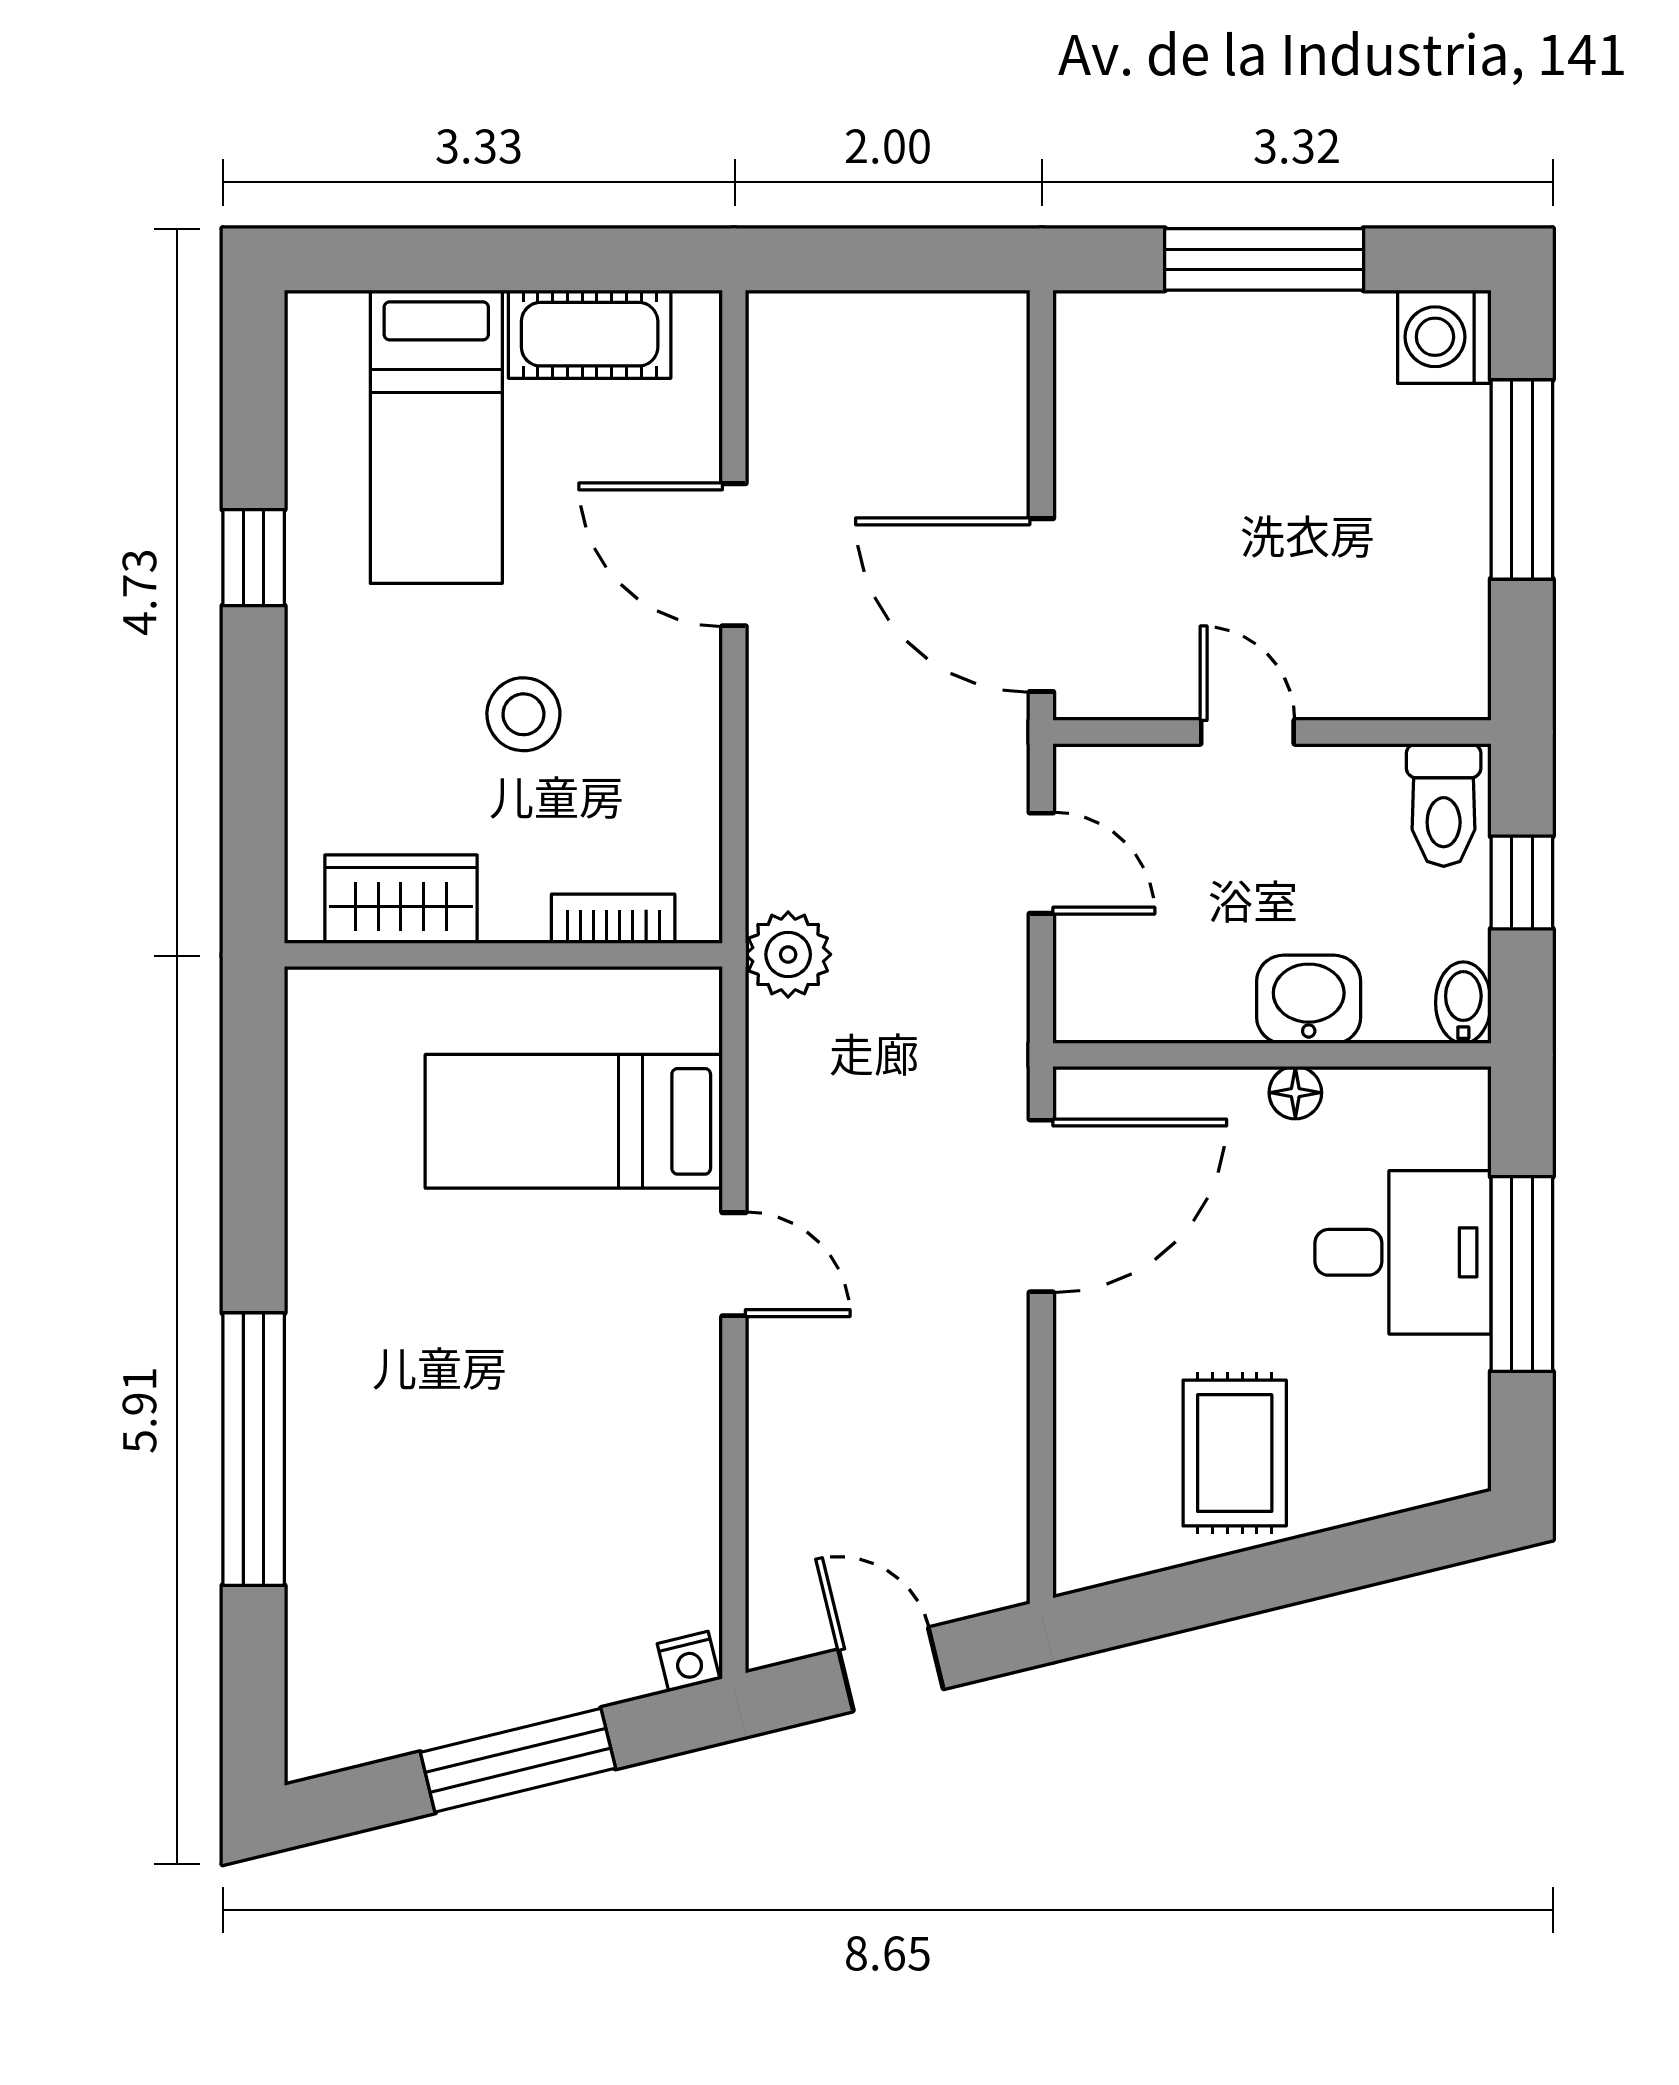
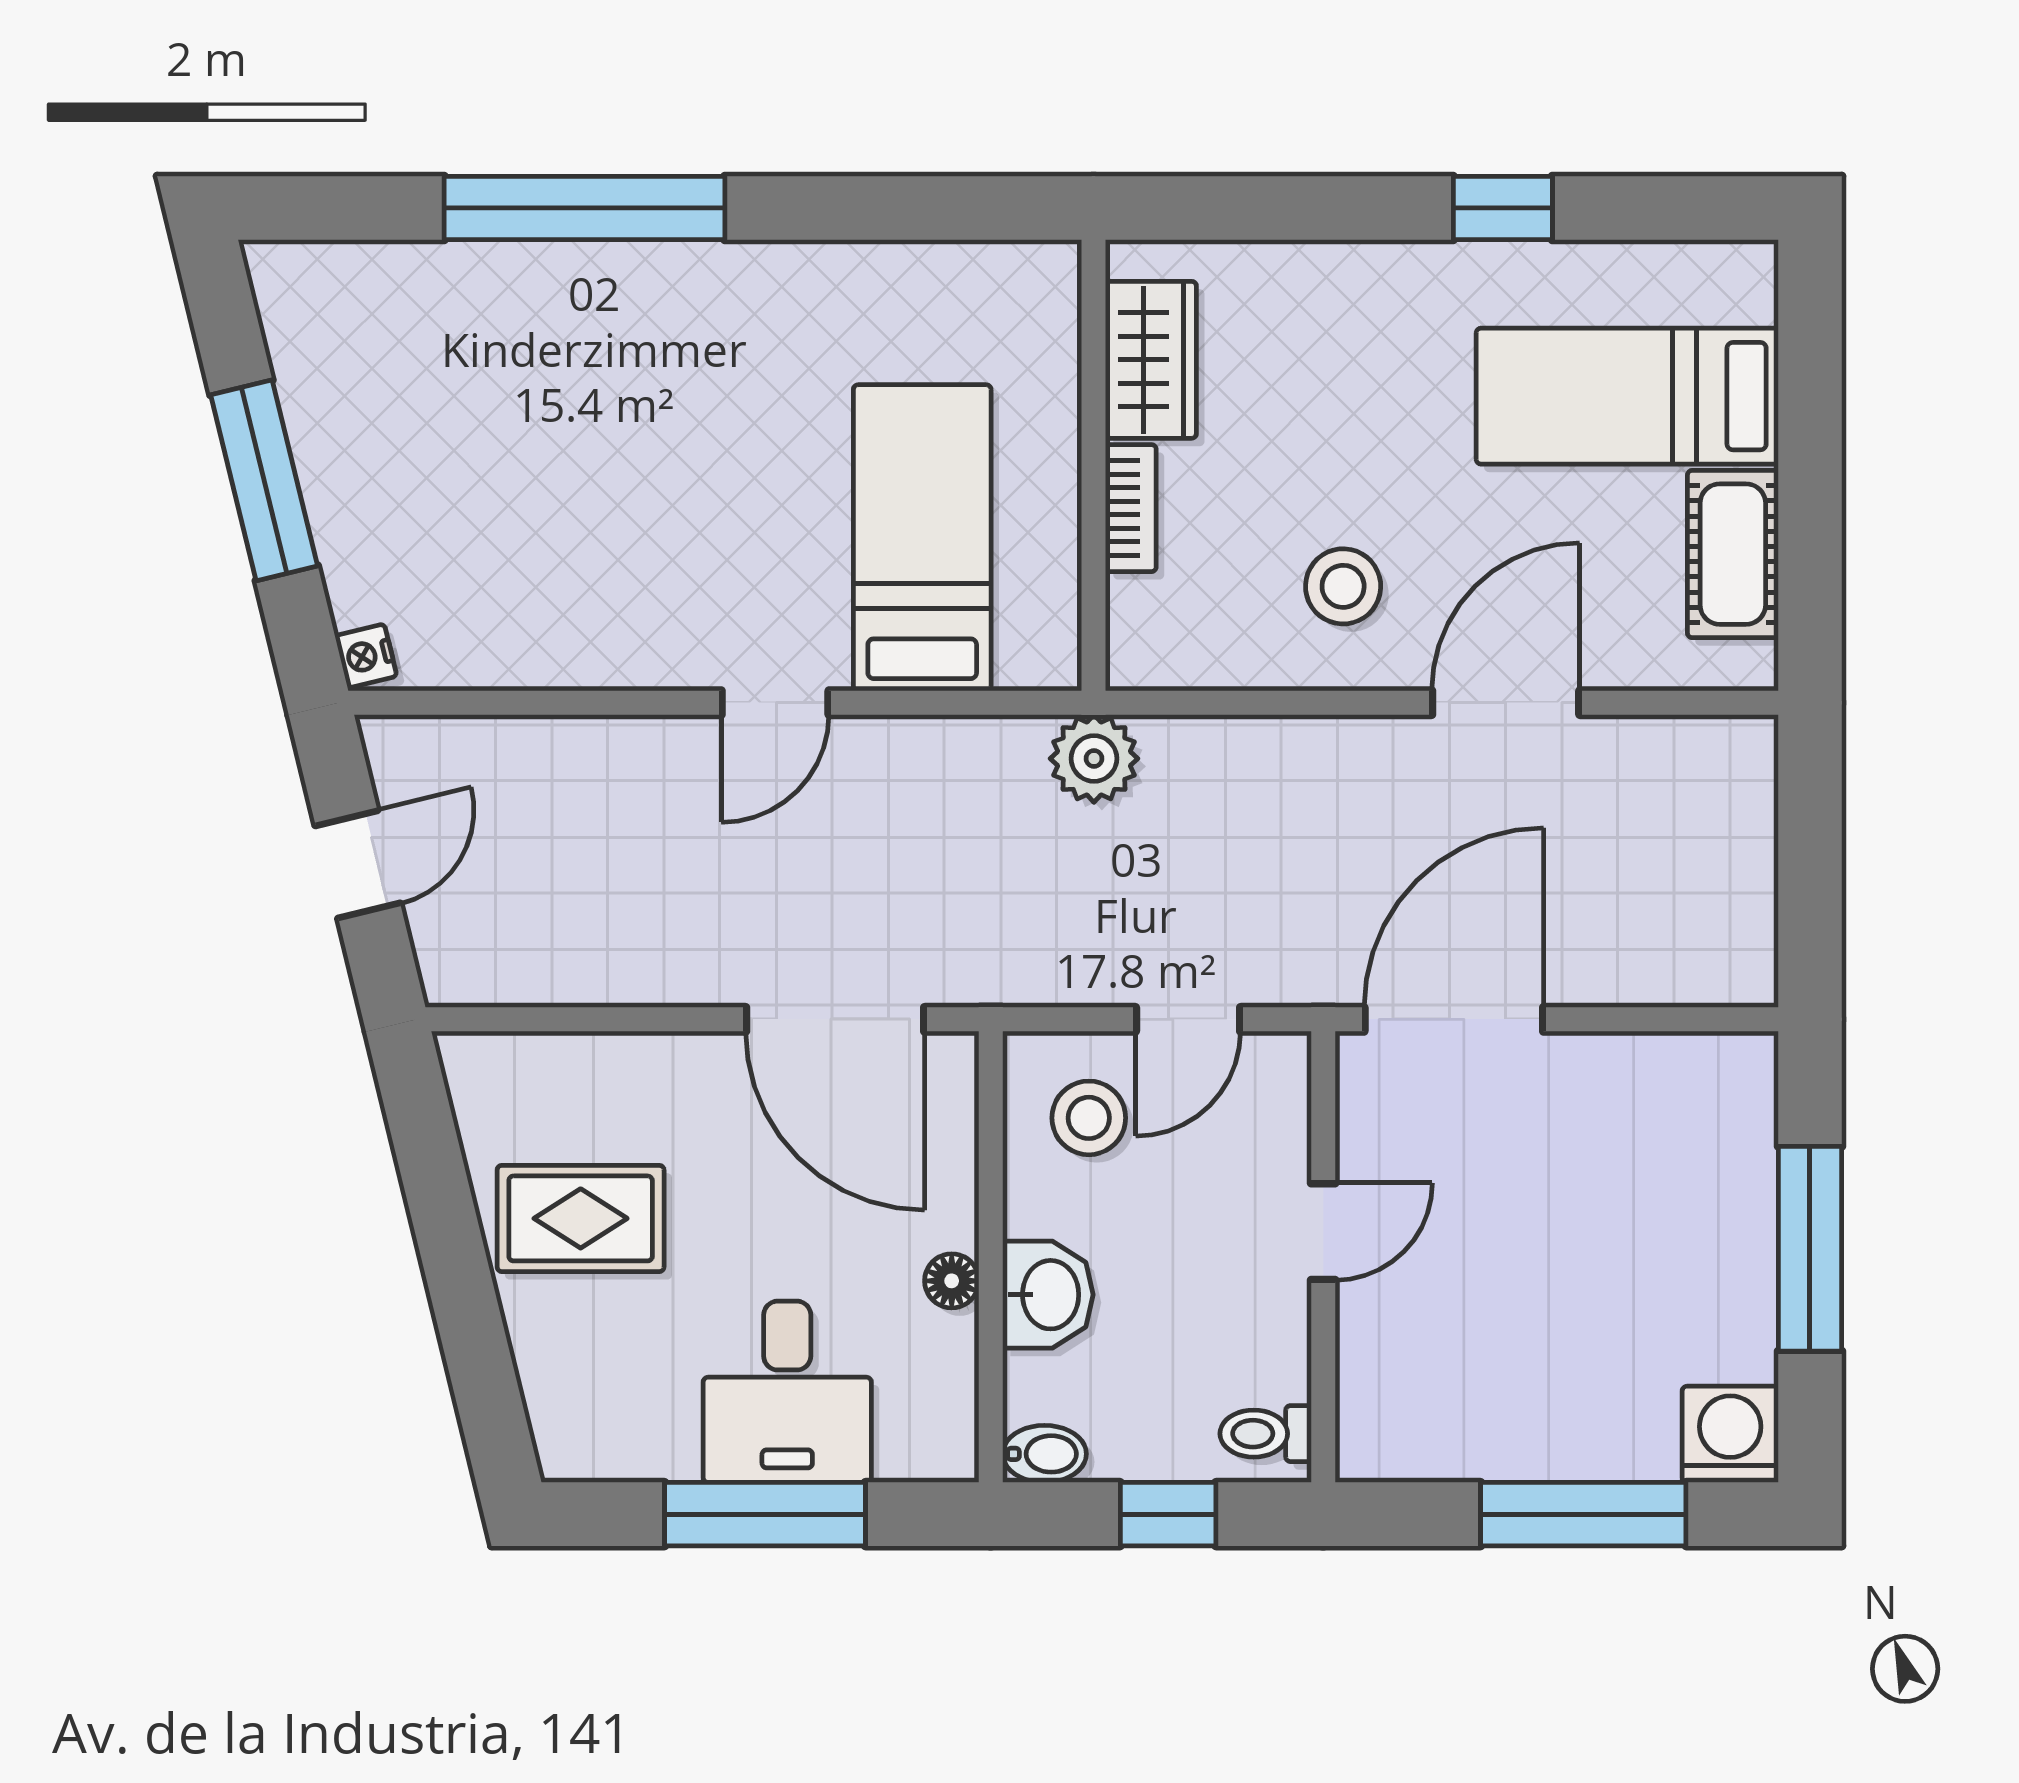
stool: (523, 714) -> (1343, 586), moved
toilet: (1444, 805) -> (1266, 1434), width x0.73, depth x0.72
bookcase: (613, 919) -> (1131, 508), moved
stool: (1137, 960) -> (1089, 1118), added

